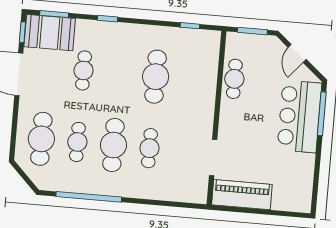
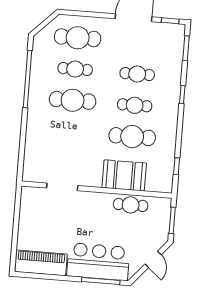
booth: (50, 33) -> (124, 175), moved, turned 90
door: (297, 53) -> (153, 259), swing flipped
cafe table: (149, 148) -> (135, 105), moved
piano: (242, 195) -> (41, 263), moved, turned -90

